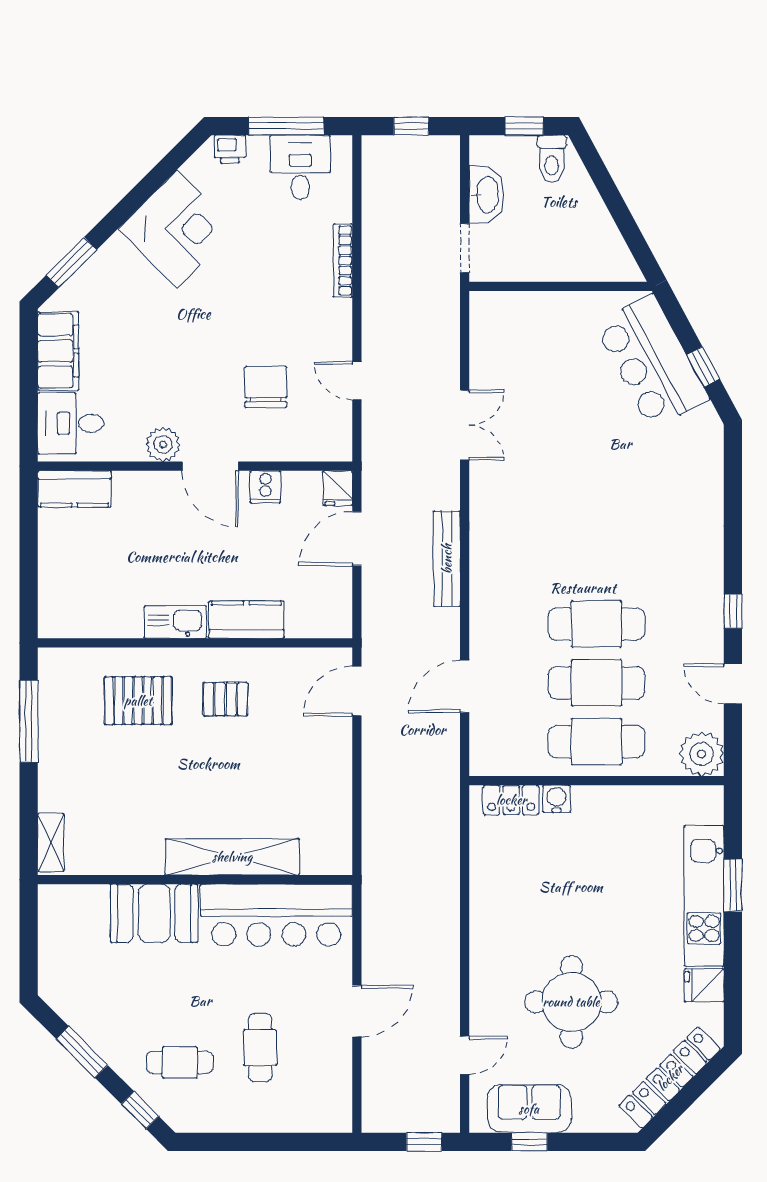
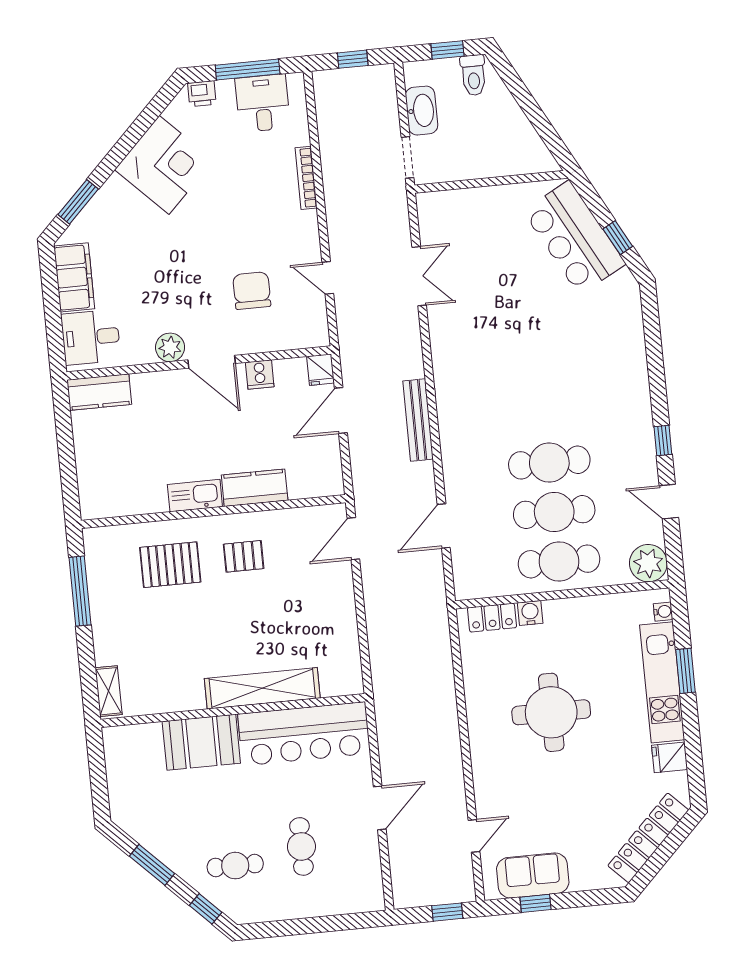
double door: (465, 425) -> (419, 276), moved
water cooler: (713, 813) -> (663, 612), added
round table: (571, 1002) -> (551, 712), moved

